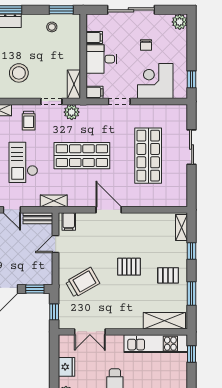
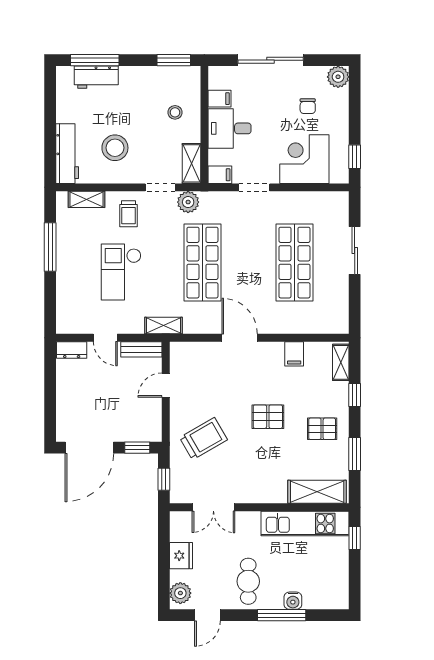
stool: (52, 27) -> (175, 112), moved
chair: (146, 45) -> (308, 106), moved
shop shelf: (82, 156) -> (202, 263), turned 90
filing cabinet: (69, 221) -> (294, 354), moved

